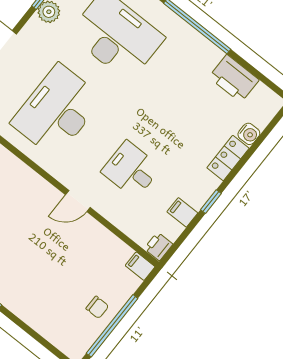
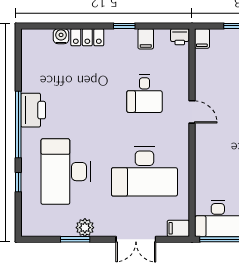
printer: (234, 79) -> (33, 110), moved

